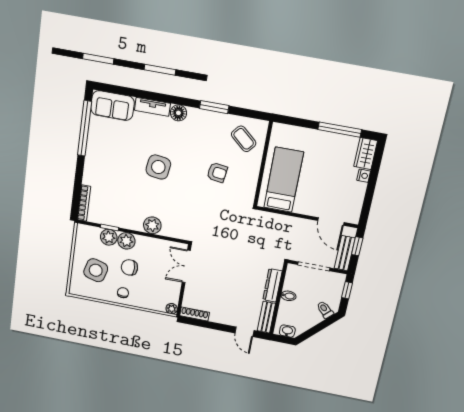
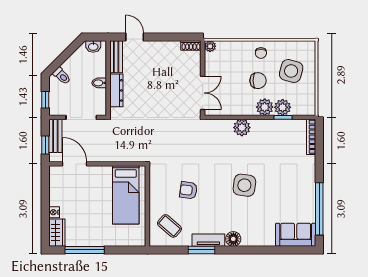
tv unit: (152, 107) -> (208, 240), moved
shoe rack: (195, 314) -> (191, 45), width x0.70

